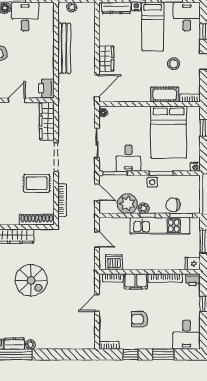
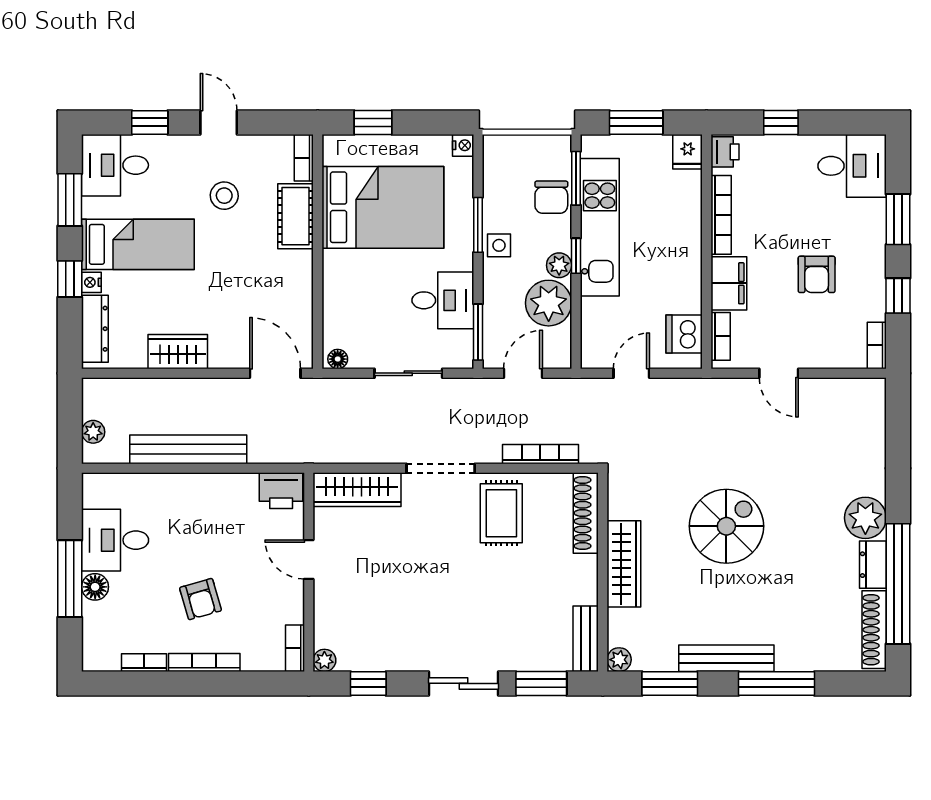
wardrobe: (106, 59) -> (178, 352), moved
plant: (30, 344) -> (865, 518), width x1.88, depth x1.88

